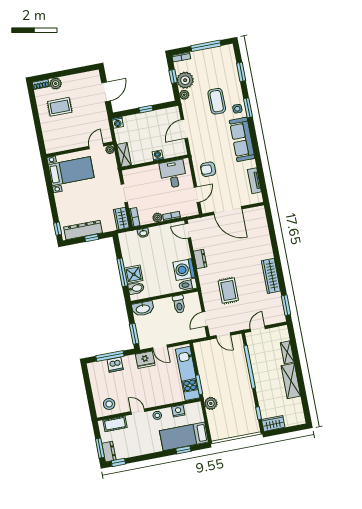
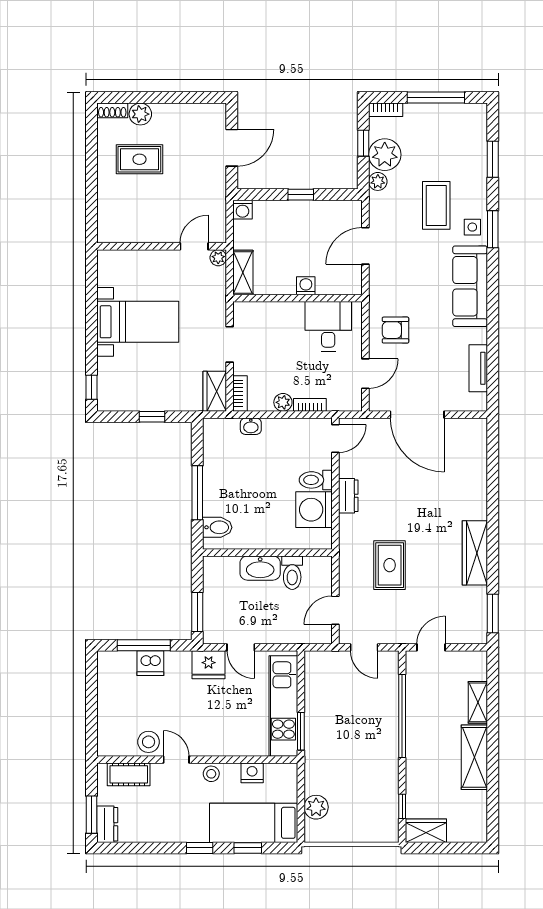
bed with nightstands: (71, 171) -> (138, 322), moved
dresser: (83, 230) -> (139, 399), removed
door: (188, 231) -> (335, 439), swing flipped
shower: (134, 274) -> (218, 500), removed
toilet: (188, 285) -> (316, 480), moved
washbasin: (143, 309) -> (260, 568), moved
plant: (211, 403) -> (316, 807), moved
stool: (109, 404) -> (149, 742), moved
window: (118, 462) -> (200, 848), moved

